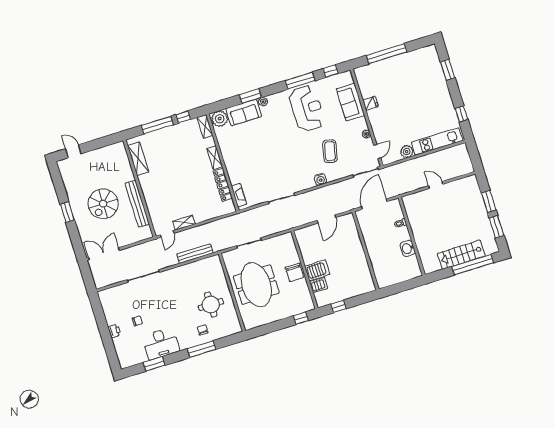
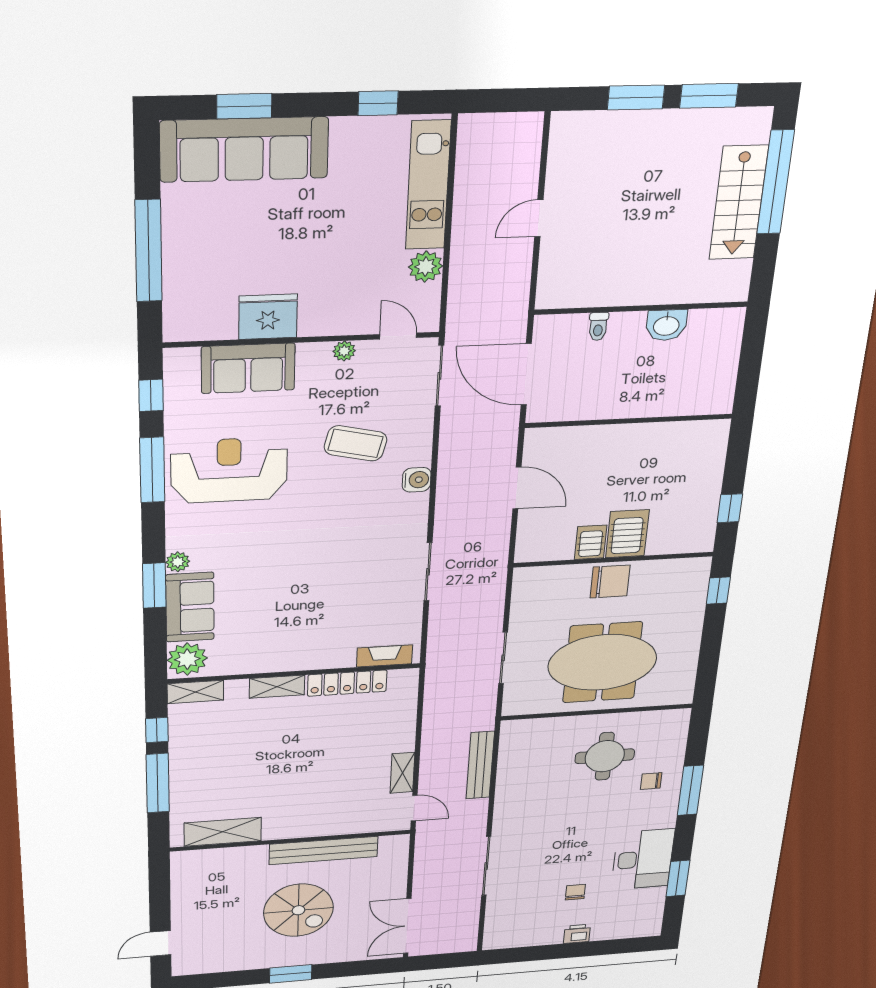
sofa: (432, 75) -> (244, 149), added
fridge: (370, 103) -> (268, 317), width x1.88, depth x1.34
server rack: (319, 285) -> (591, 542), moved

